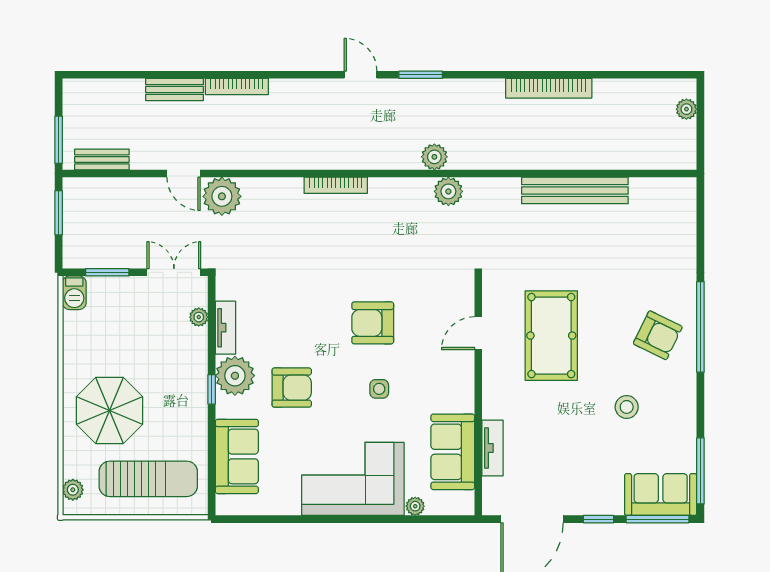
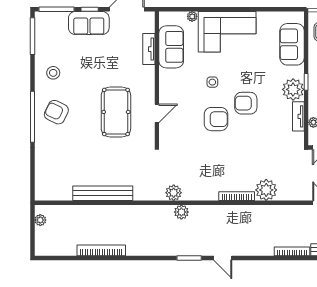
bookcase: (549, 88) -> (101, 250), moved
plant: (686, 109) -> (40, 220), moved
plant: (222, 196) -> (266, 190), moved
armchair: (292, 388) -> (246, 103), moved
stool: (627, 407) -> (53, 73), moved
sofa: (661, 495) -> (89, 23), moved

